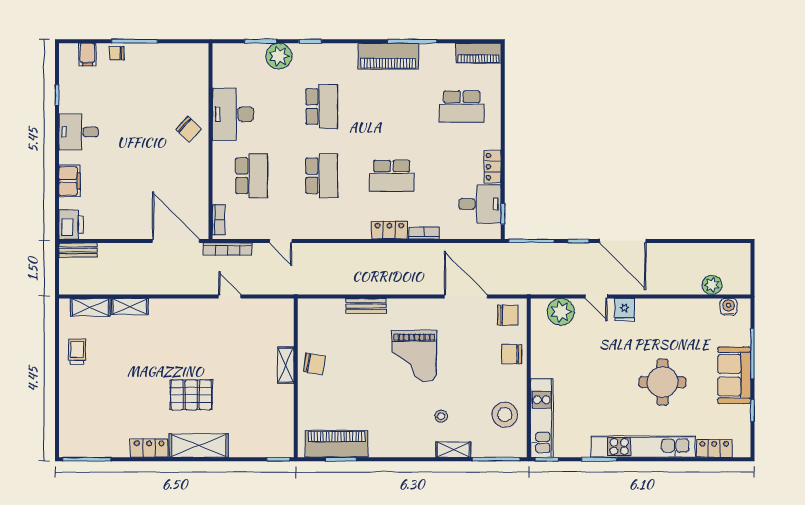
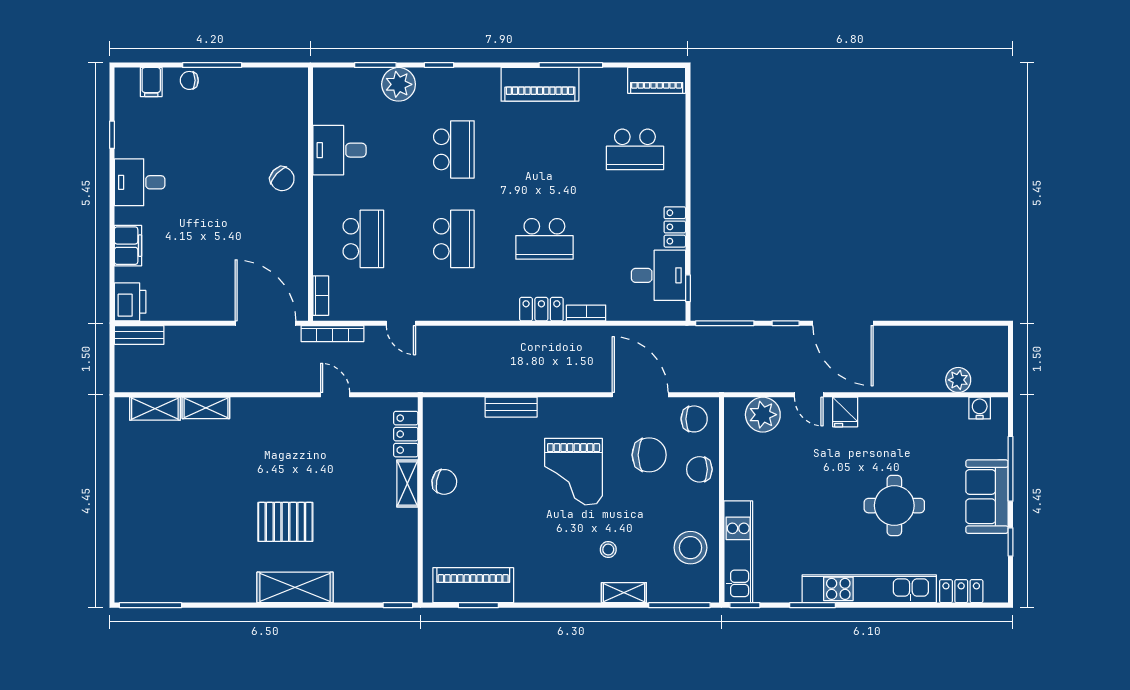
desk: (233, 114) -> (339, 150), width x0.73
chair: (473, 343) -> (649, 455), added
trolley: (77, 352) -> (138, 466), removed
locker: (149, 448) -> (406, 434), moved, turned -90

